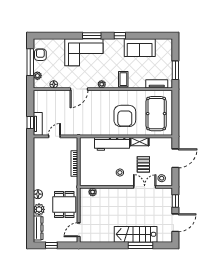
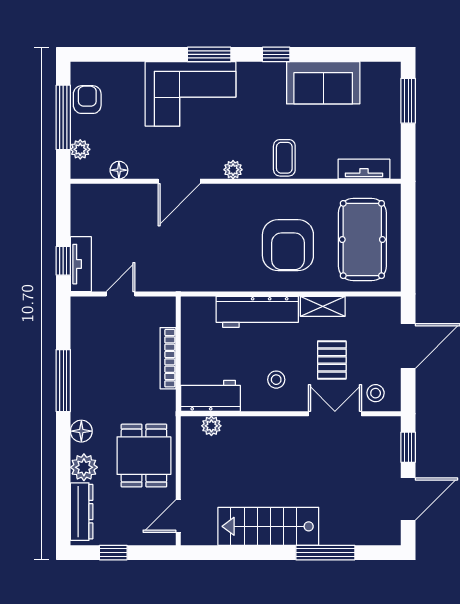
window: (175, 70) -> (408, 101), moved
window: (30, 173) -> (63, 381), added
workbench: (92, 179) -> (210, 396), added
stairs: (136, 234) -> (268, 526), moved

